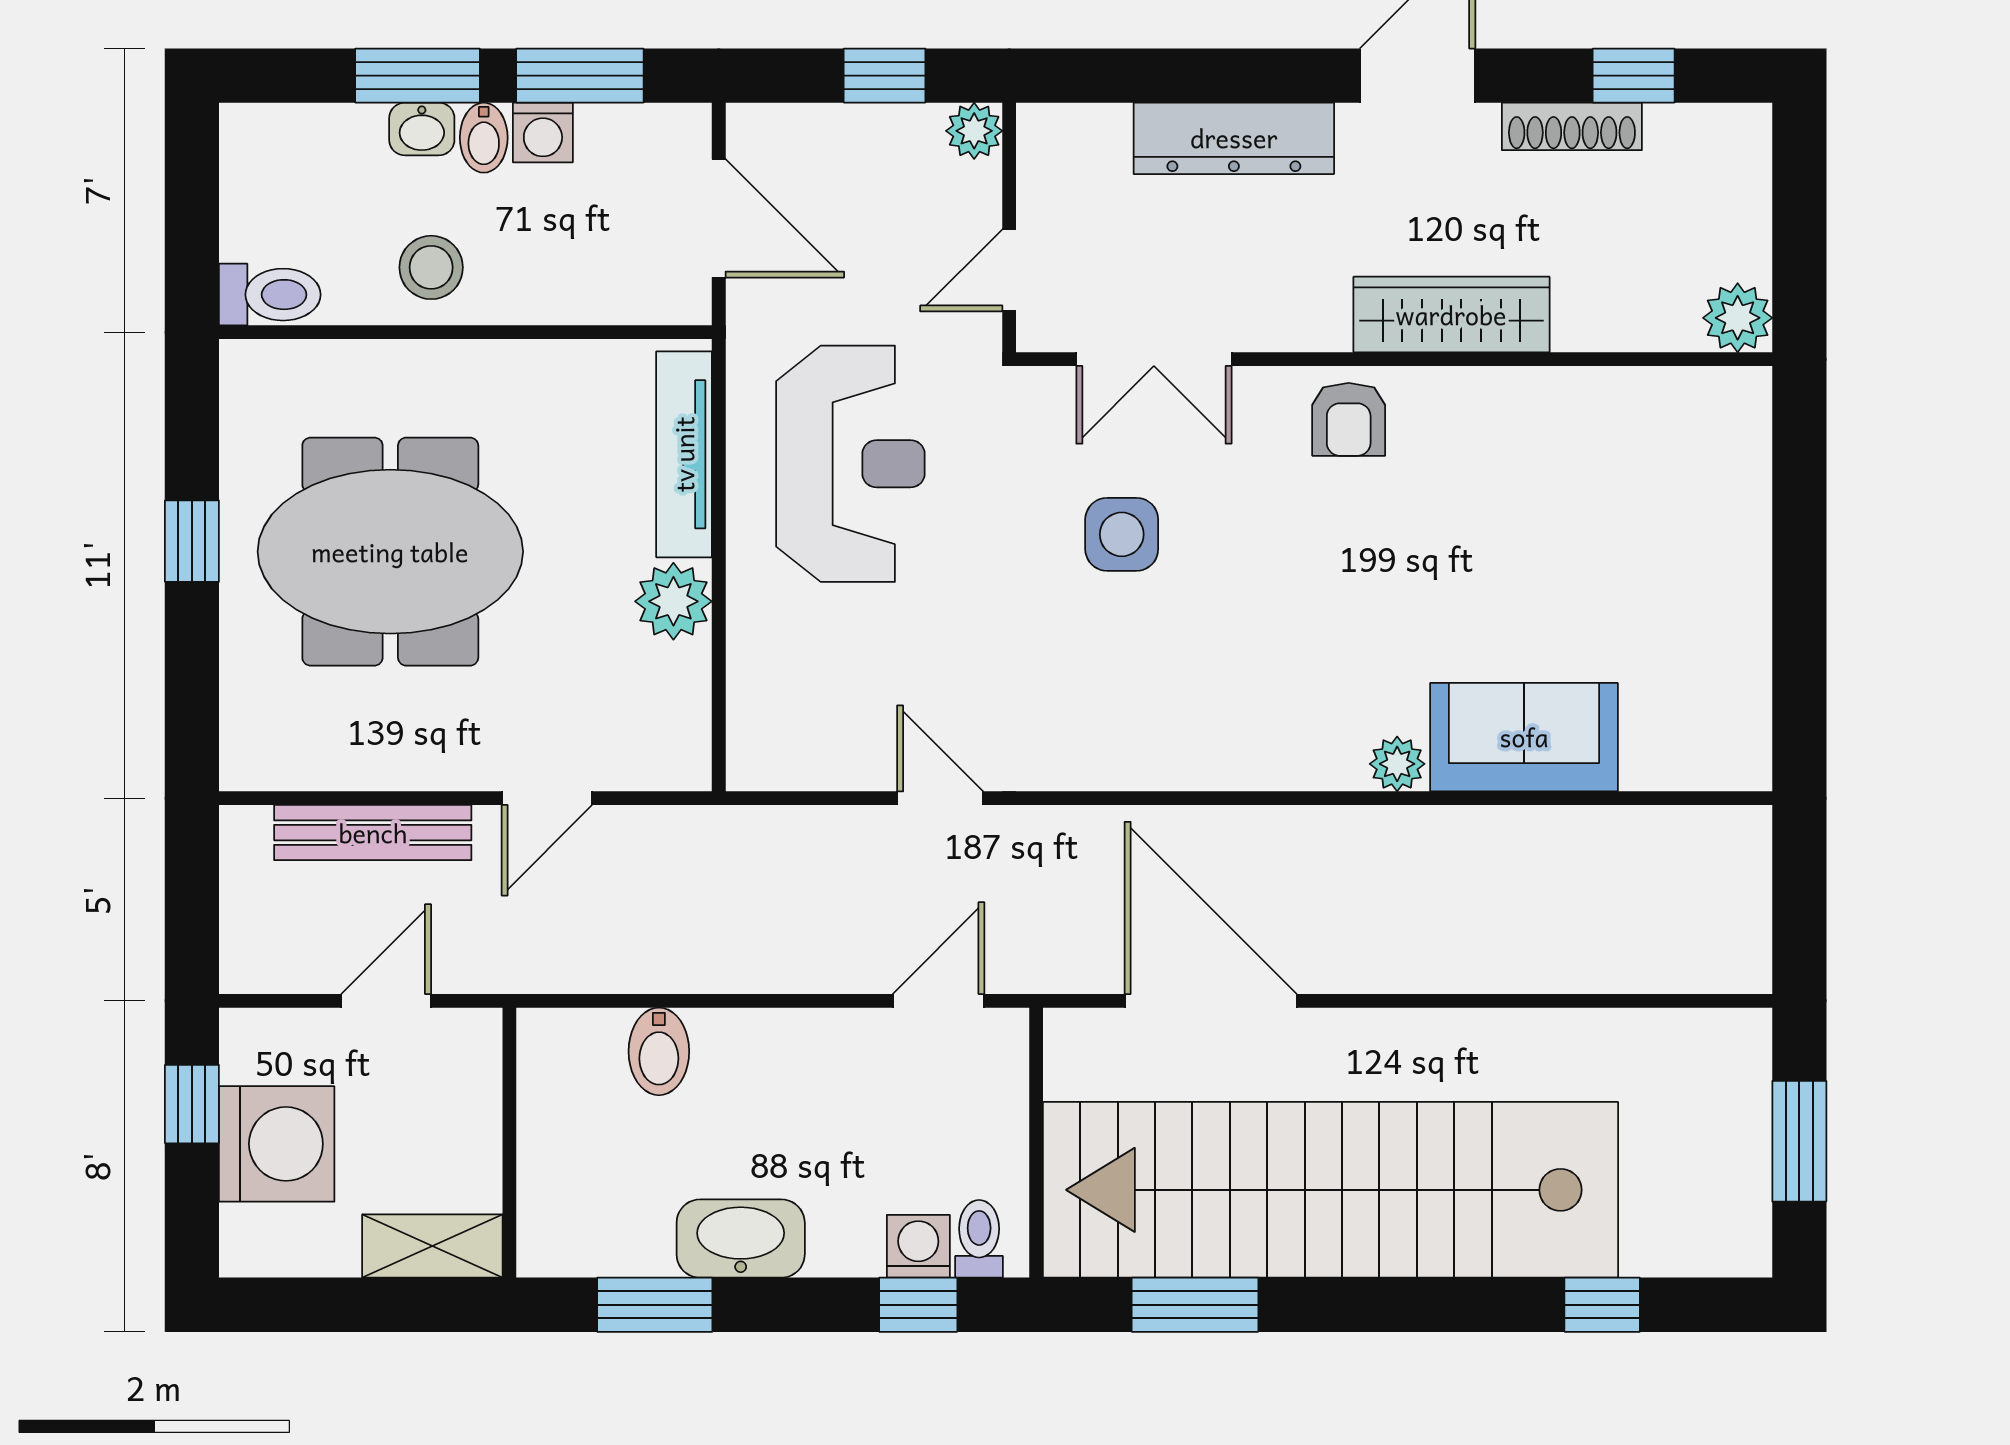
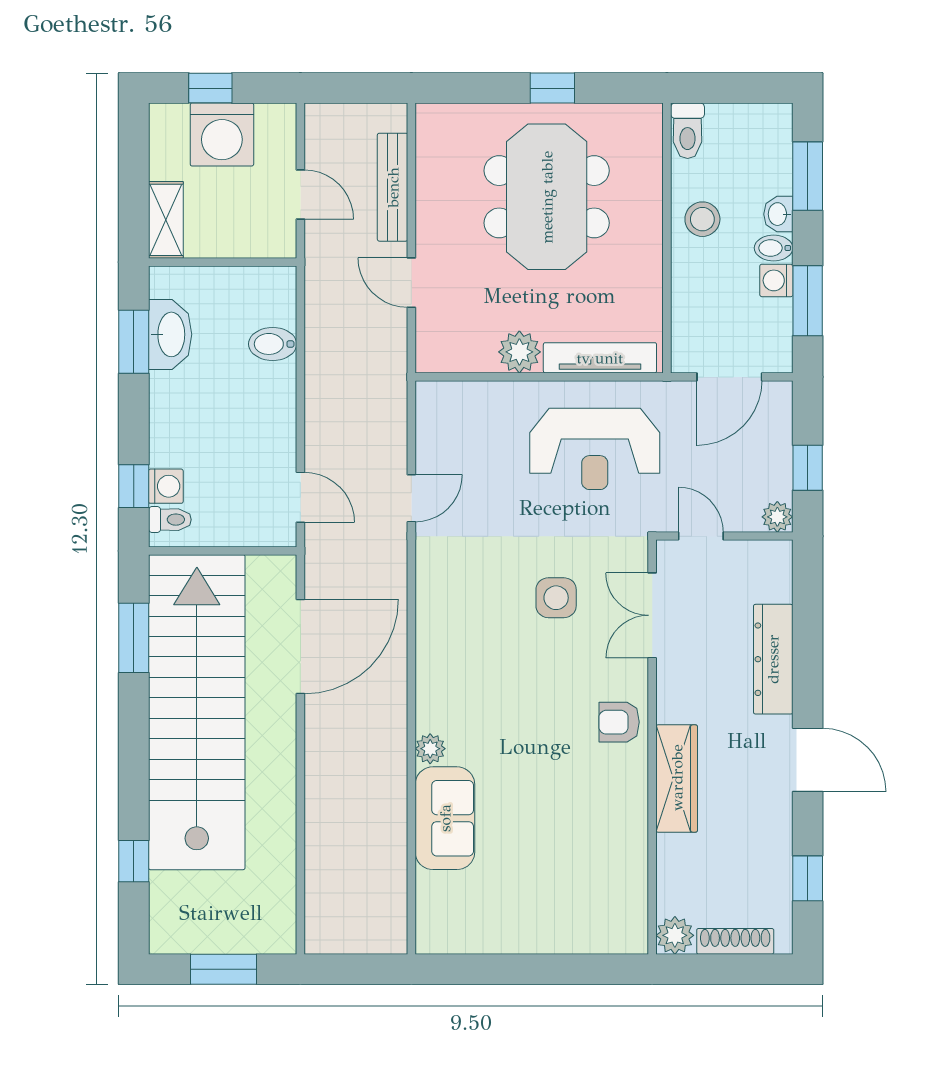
window: (418, 76) -> (808, 176), moved
shoe rack: (1572, 126) -> (735, 941), moved, turned 90
window: (192, 1104) -> (210, 88), moved
washbasin: (741, 1239) -> (170, 334), moved

